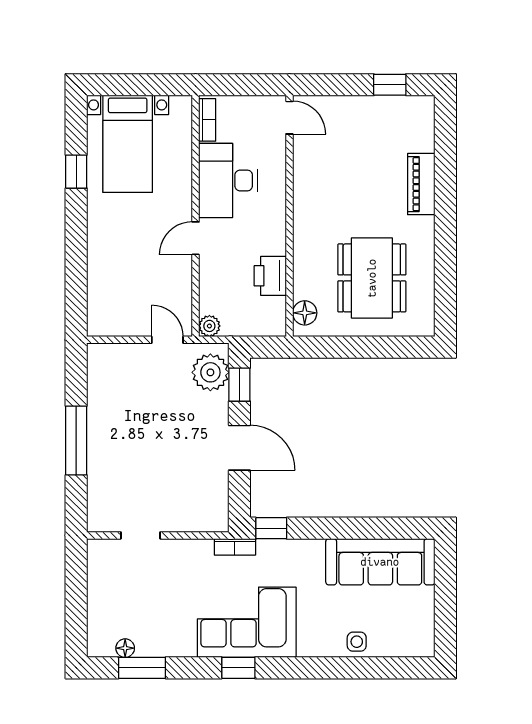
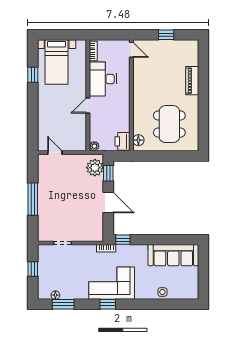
window: (390, 85) -> (166, 35), moved
printer: (270, 276) -> (122, 141), moved
door: (167, 340) -> (55, 153), moved
window: (76, 592) -> (33, 269), added

